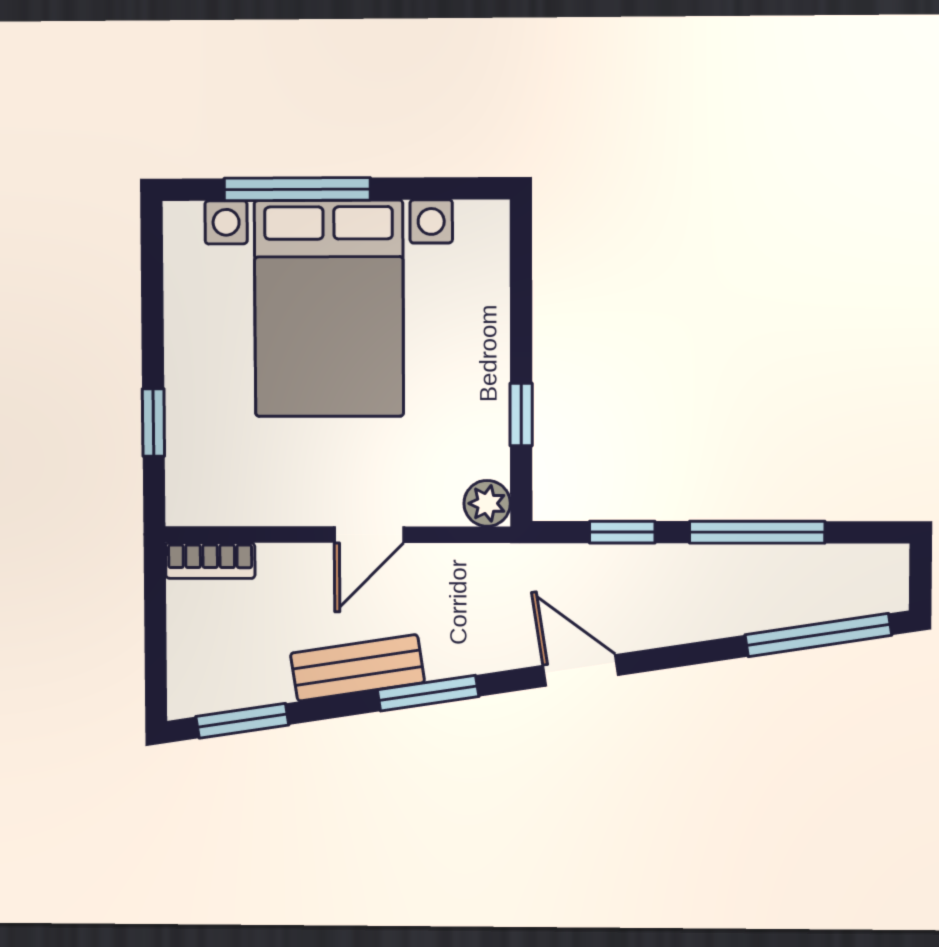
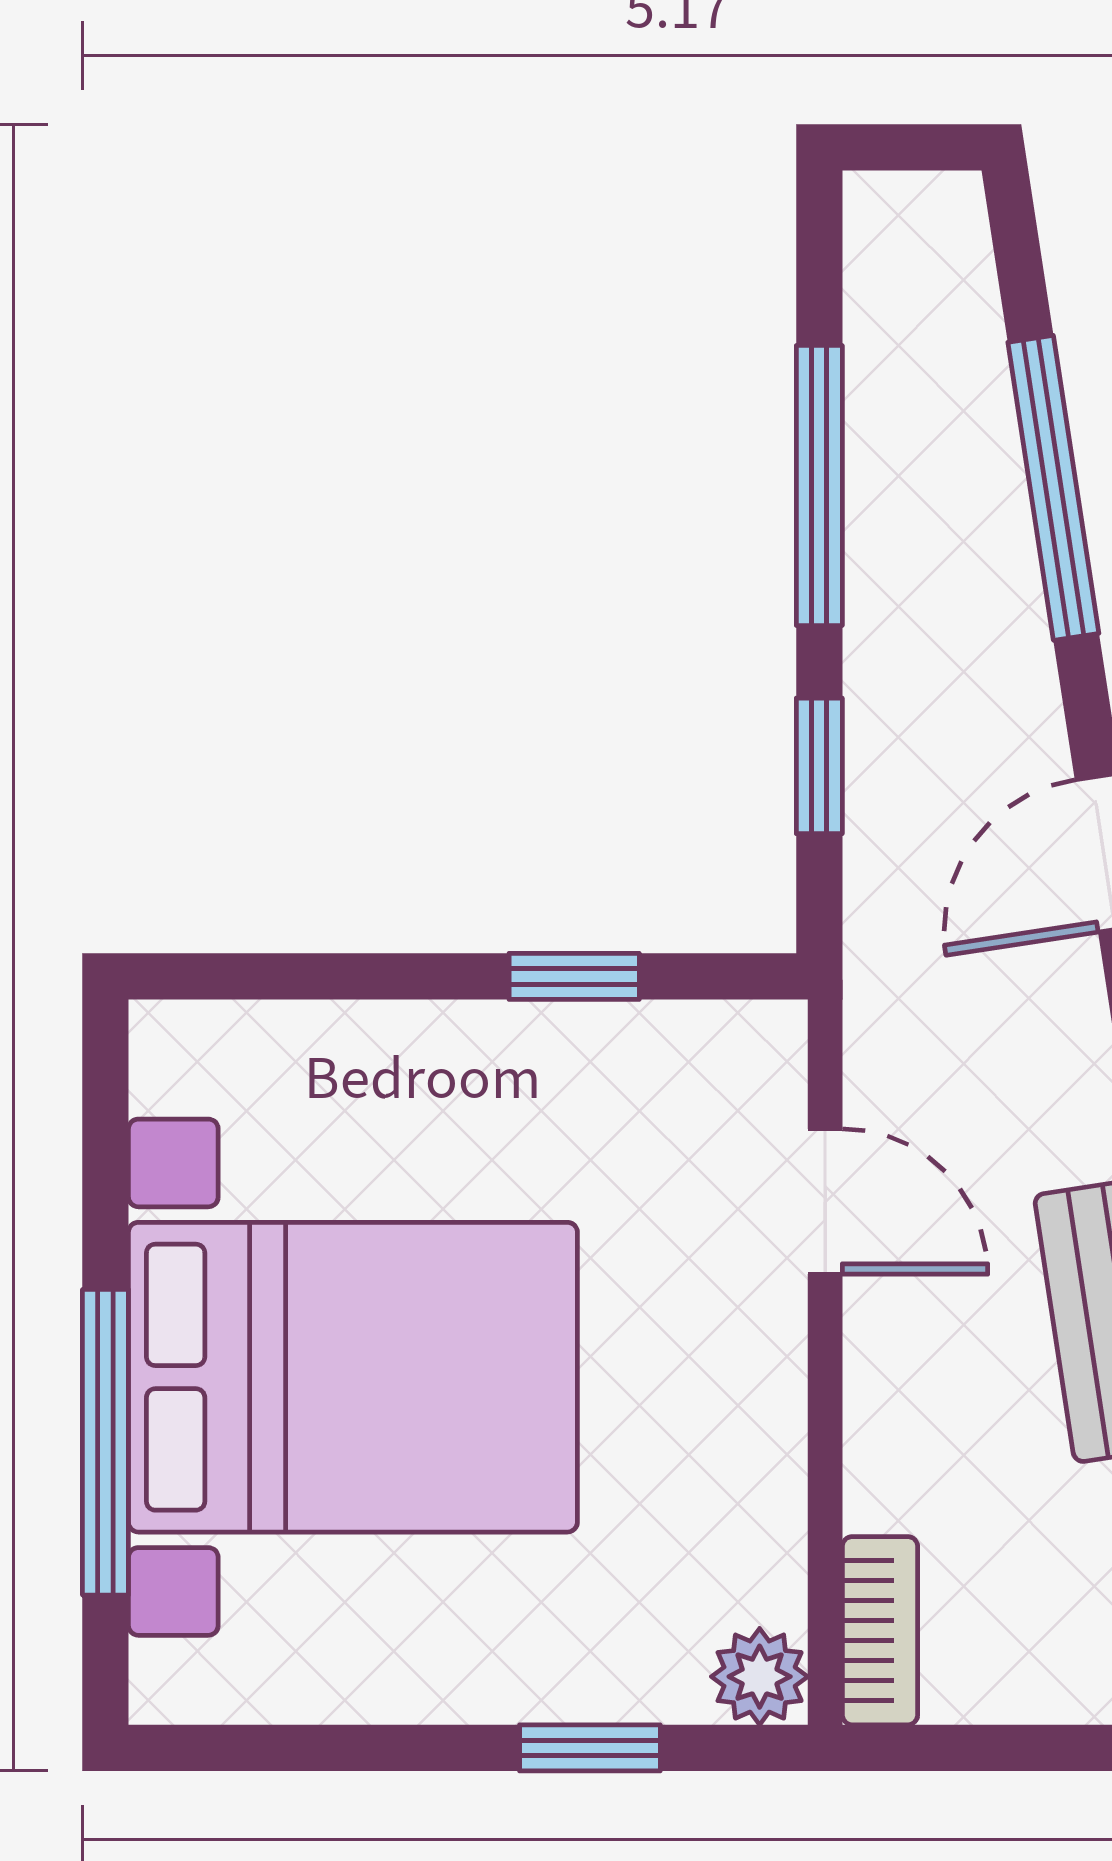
plant: (487, 503) -> (760, 1677), moved
door: (369, 535) -> (825, 1202), moved
window: (818, 635) -> (1053, 488), moved

